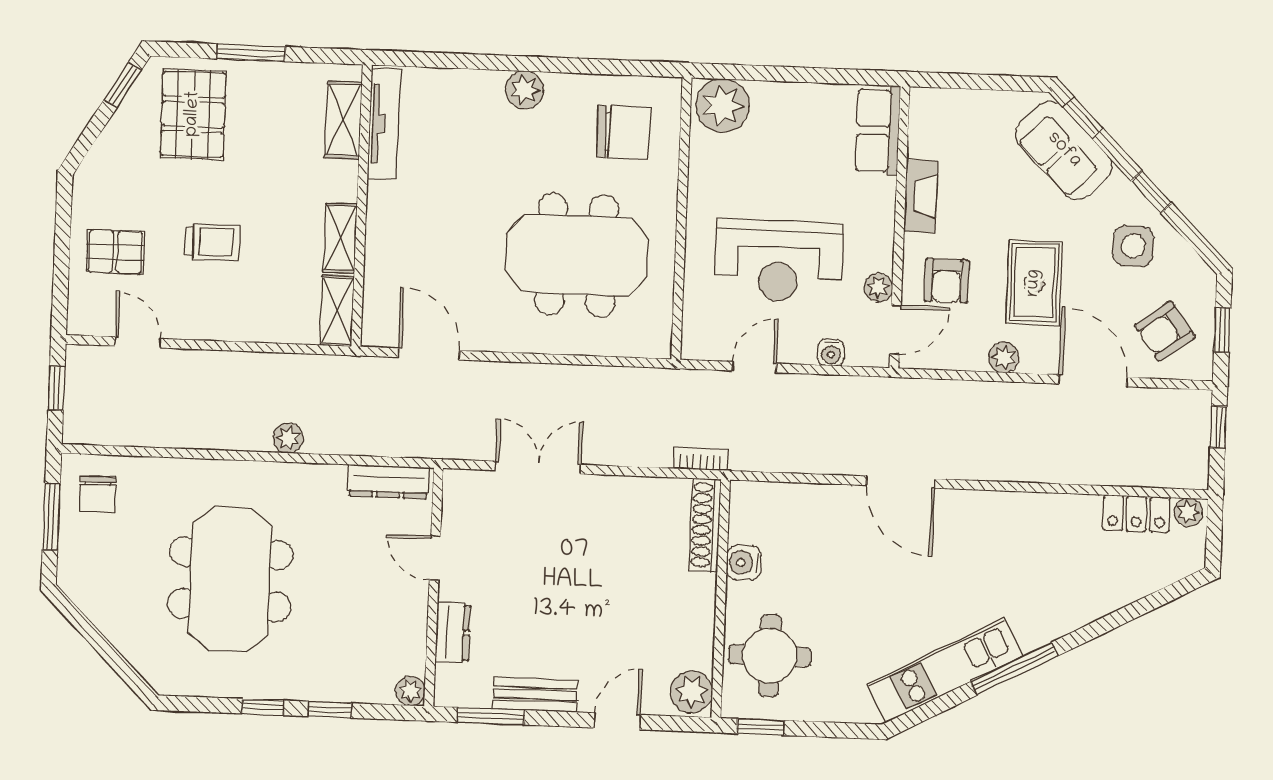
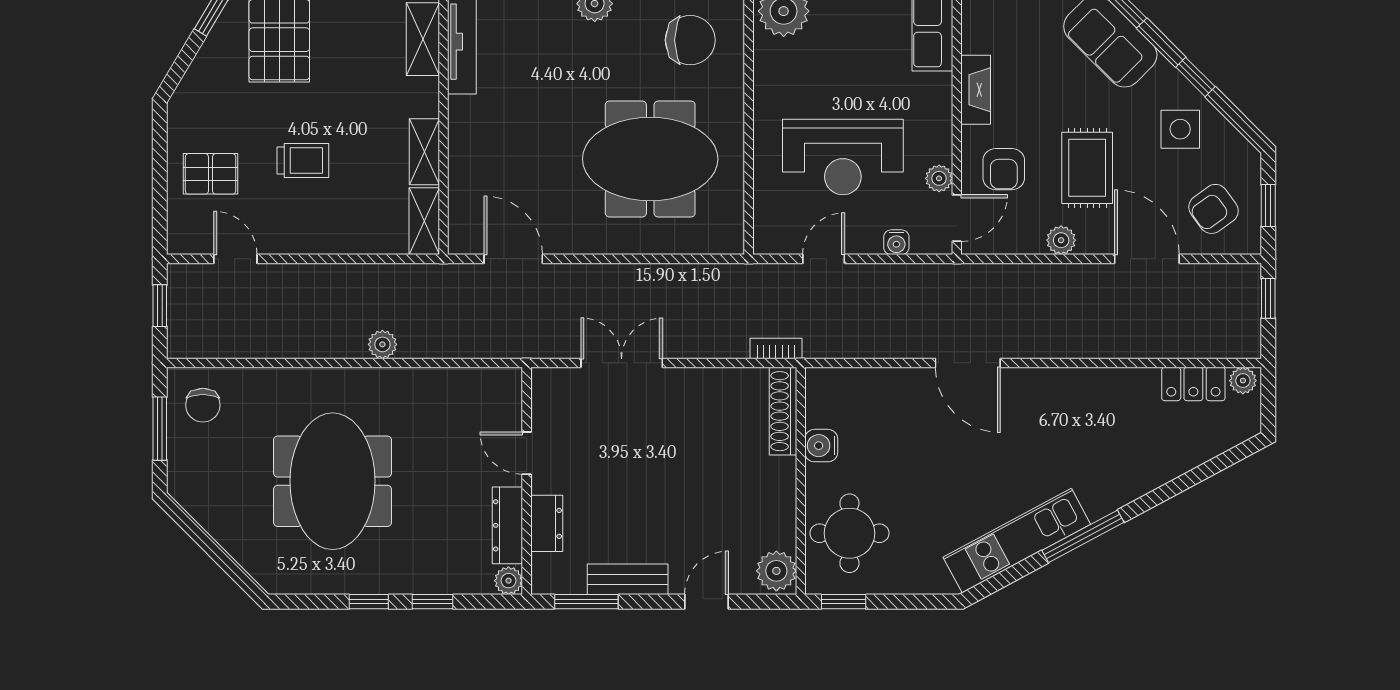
dresser: (388, 482) -> (507, 525), moved, turned 90

